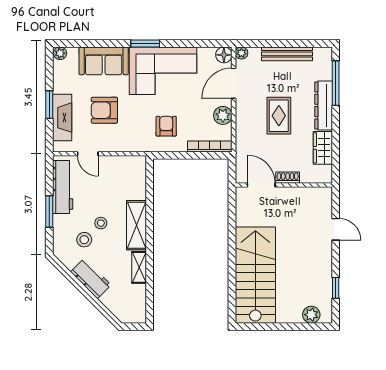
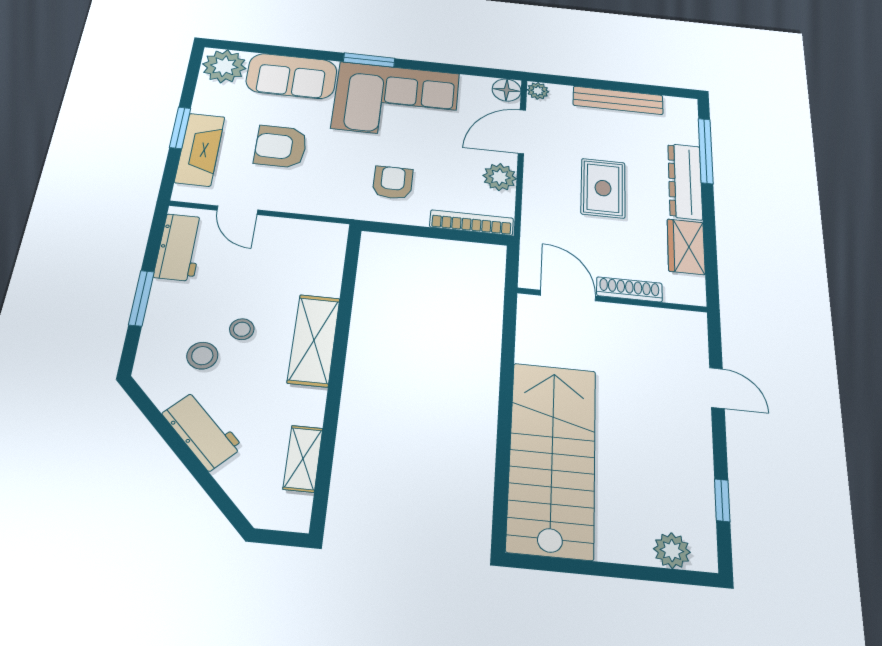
plant: (60, 53) -> (224, 66), width x1.87, depth x1.87
shoe rack: (288, 178) -> (629, 289), width x1.43
workbench: (63, 187) -> (180, 247), width x0.73
shelving: (139, 267) -> (303, 459), moved

